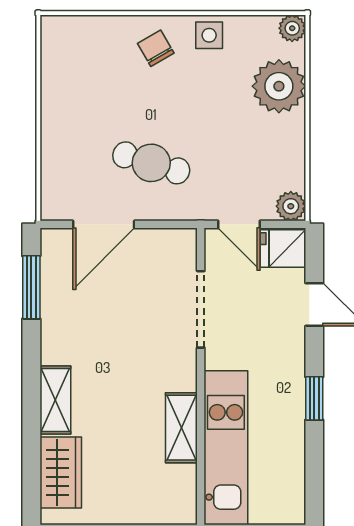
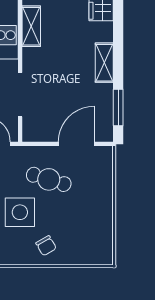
side table: (209, 35) -> (20, 212), moved, width x1.87, depth x1.87
shelving: (55, 400) -> (104, 63), moved

